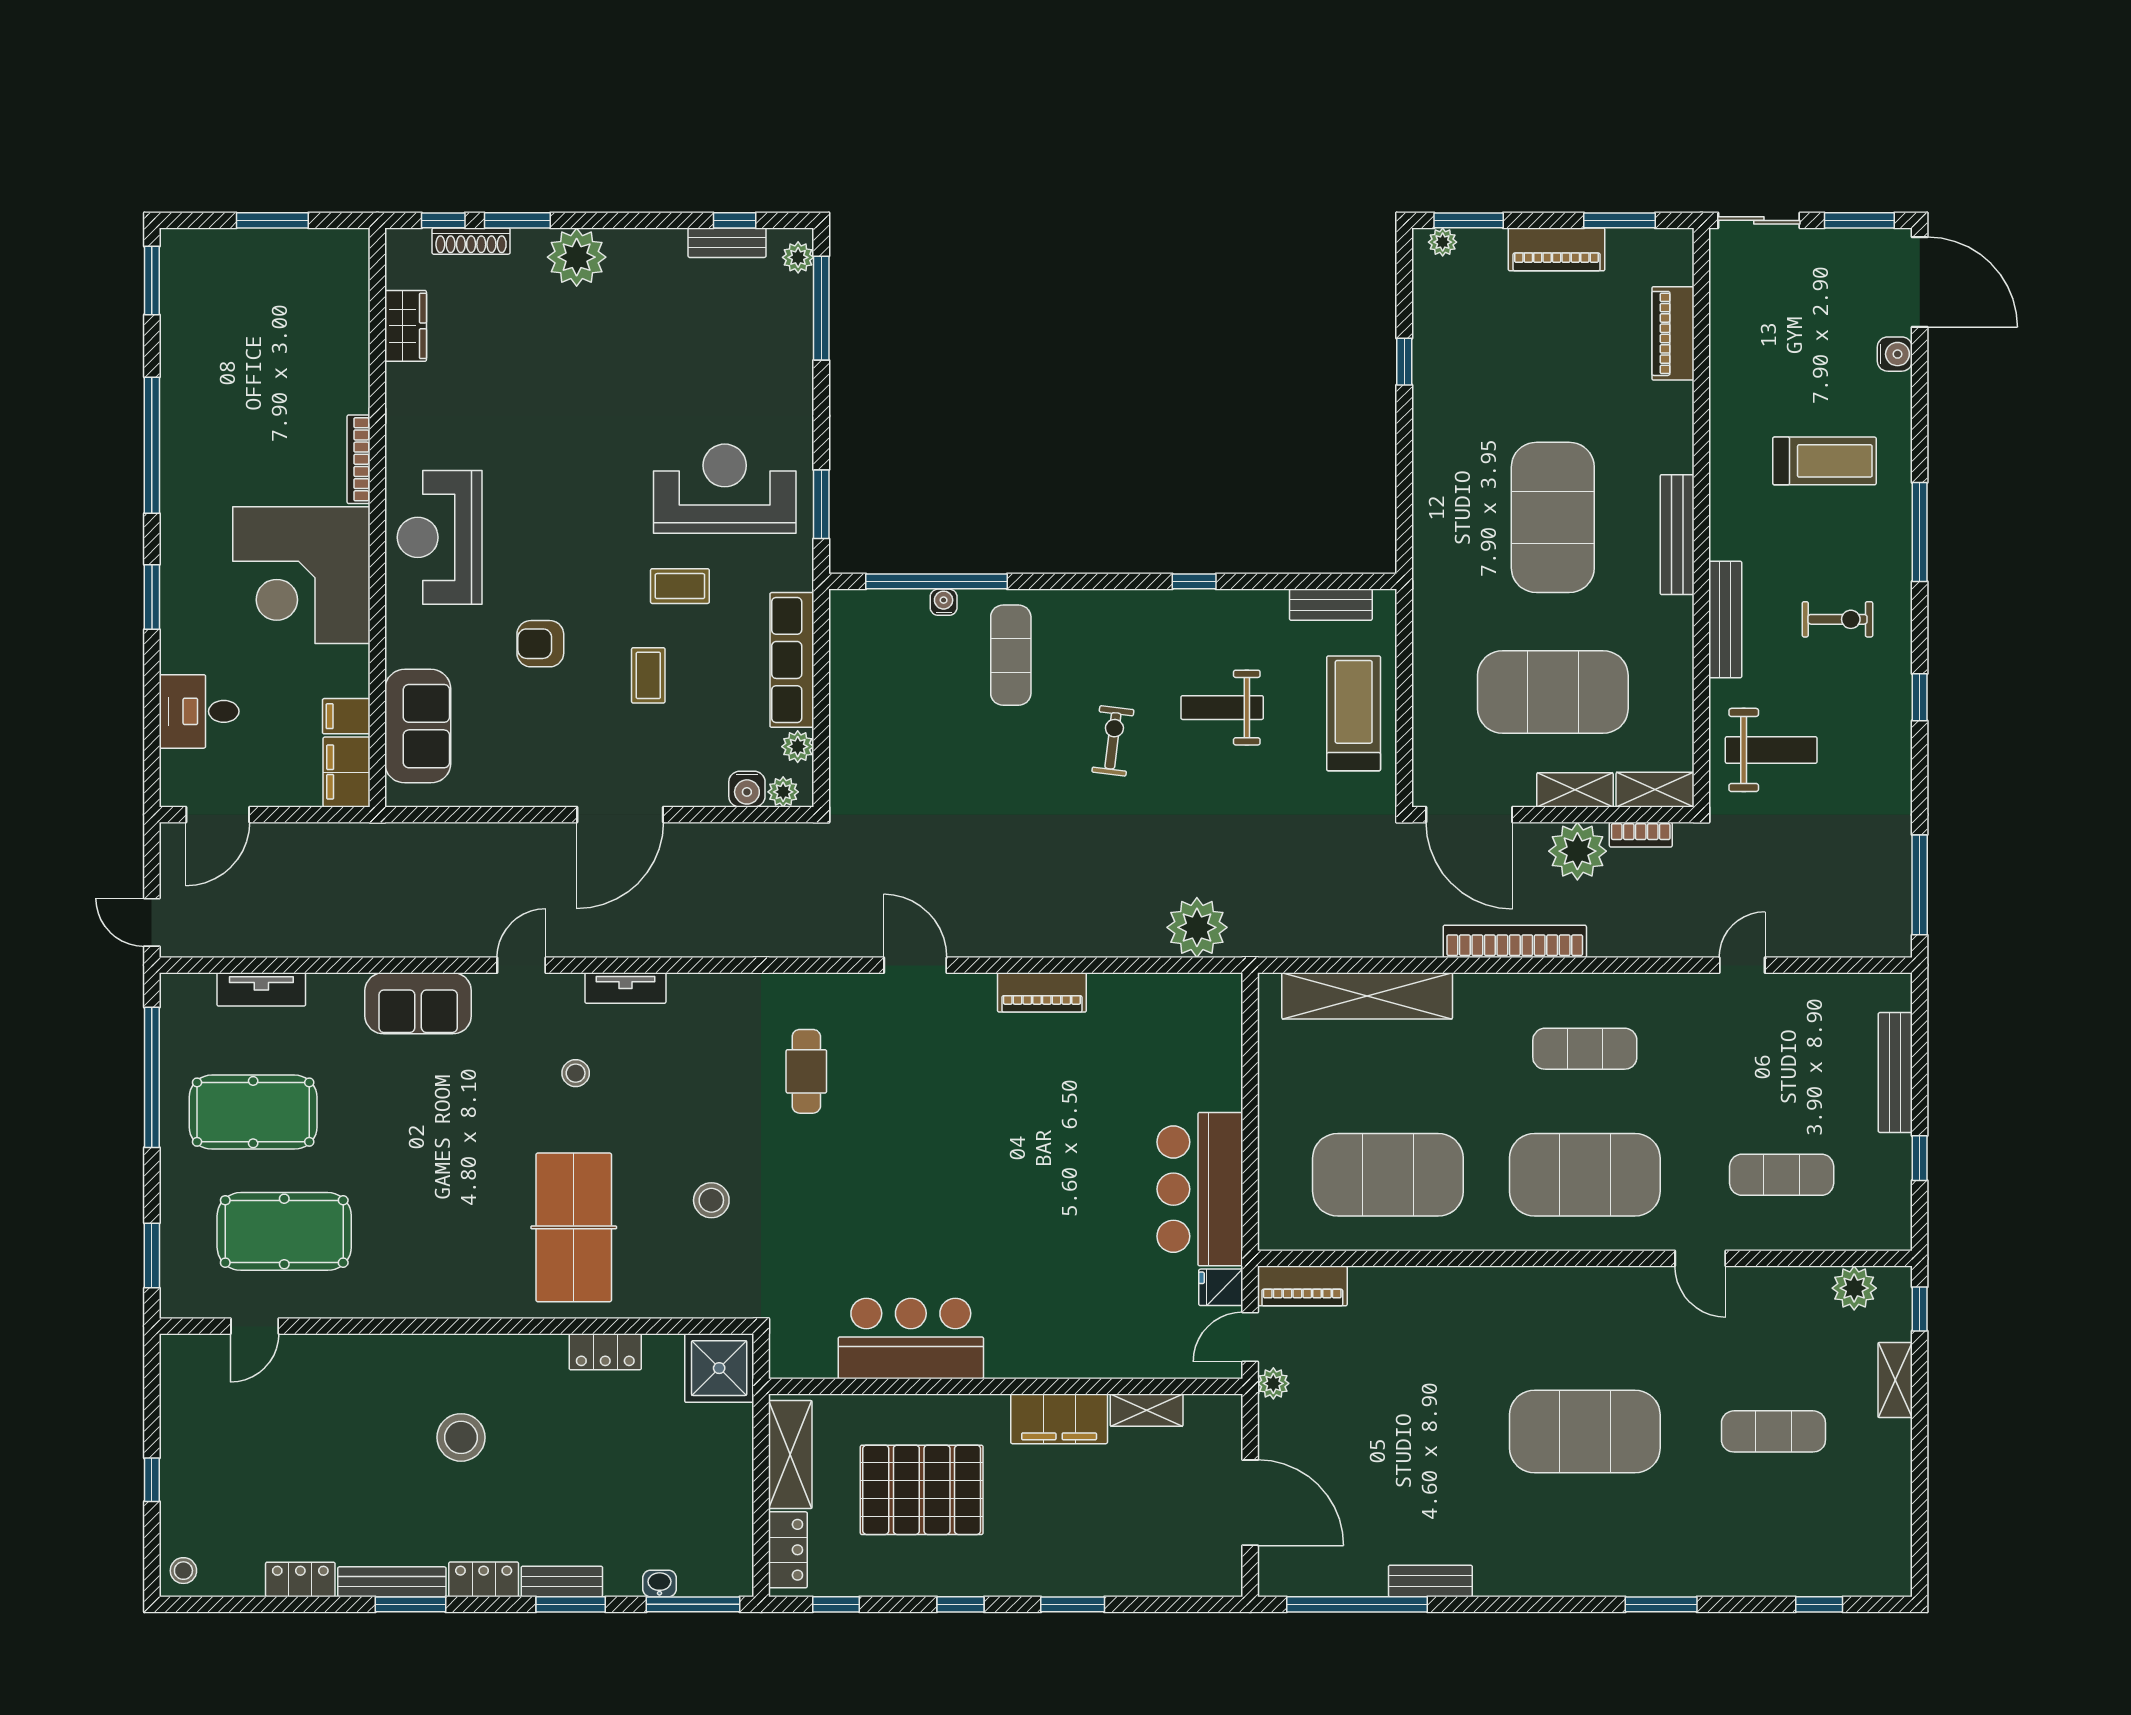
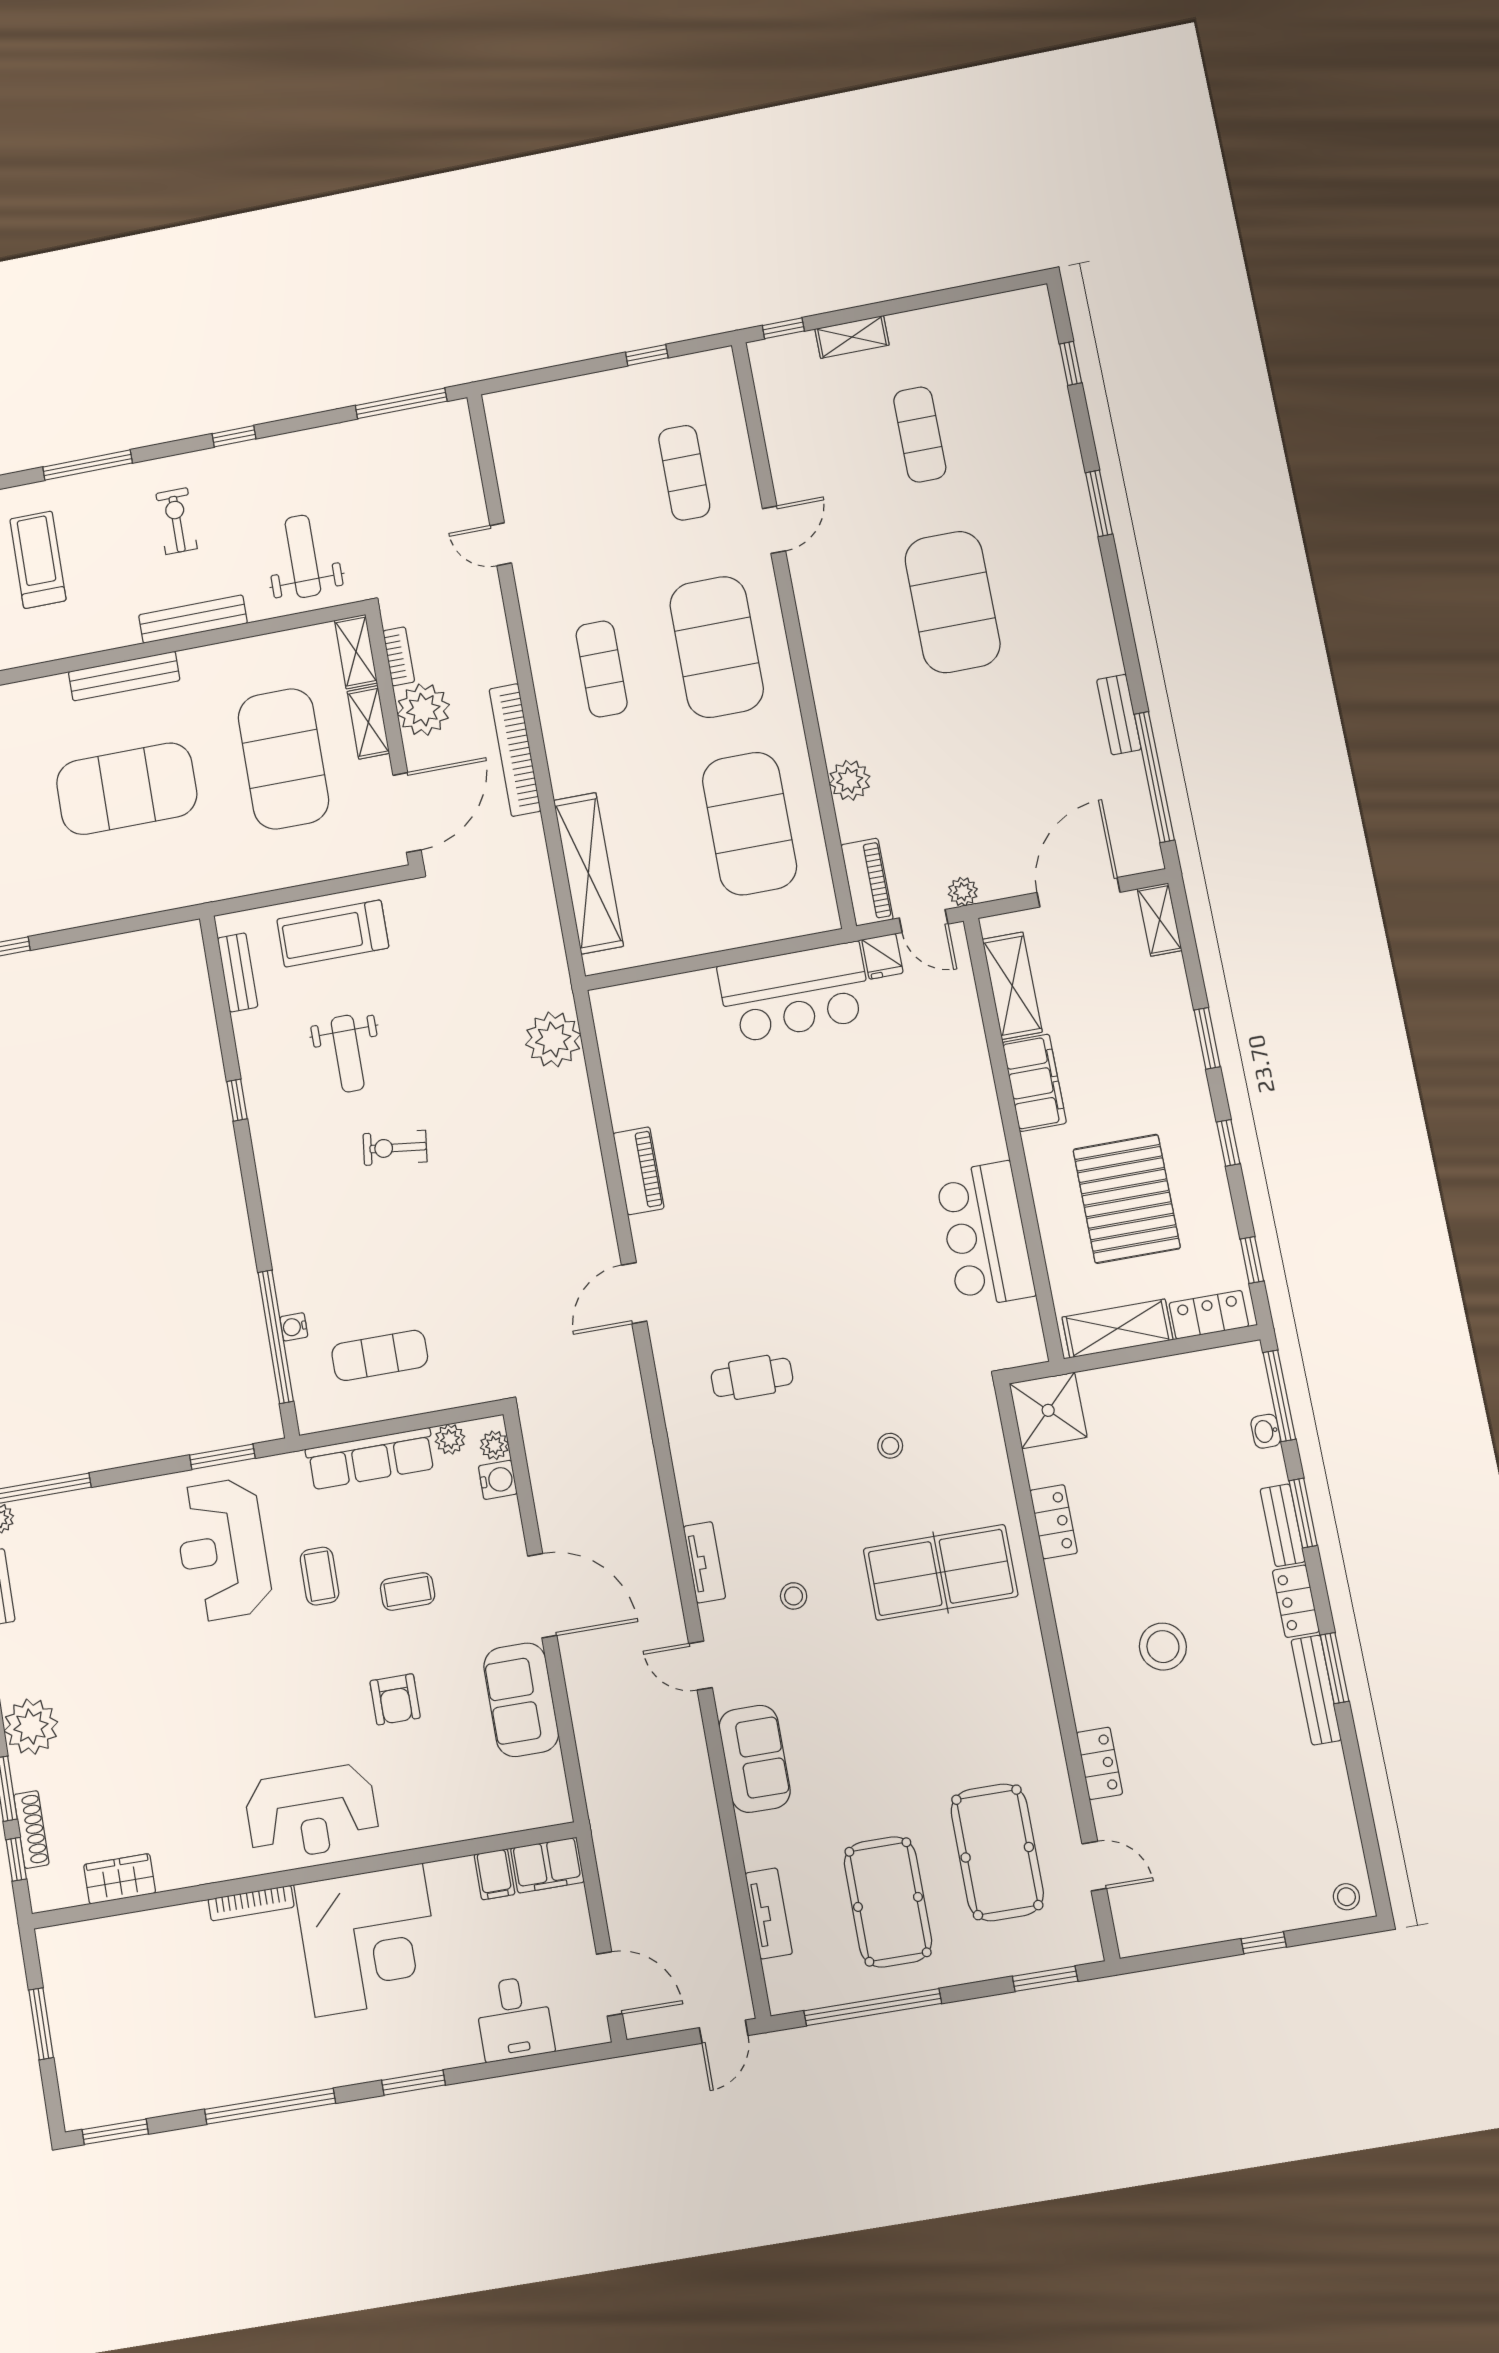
exercise mat: (1011, 655) -> (380, 1355), moved
sofa: (418, 726) -> (521, 1700), moved, turned -90
bench: (1895, 1073) -> (573, 391), removed
stool: (711, 1200) -> (890, 1446), width x0.73, depth x0.73
plant: (1854, 1288) -> (850, 780), moved
shelving: (1147, 1410) -> (1012, 986), width x1.50, depth x1.33
locker: (300, 1579) -> (1100, 1763), moved, turned 180
shelving: (1206, 1580) -> (1160, 920), added

